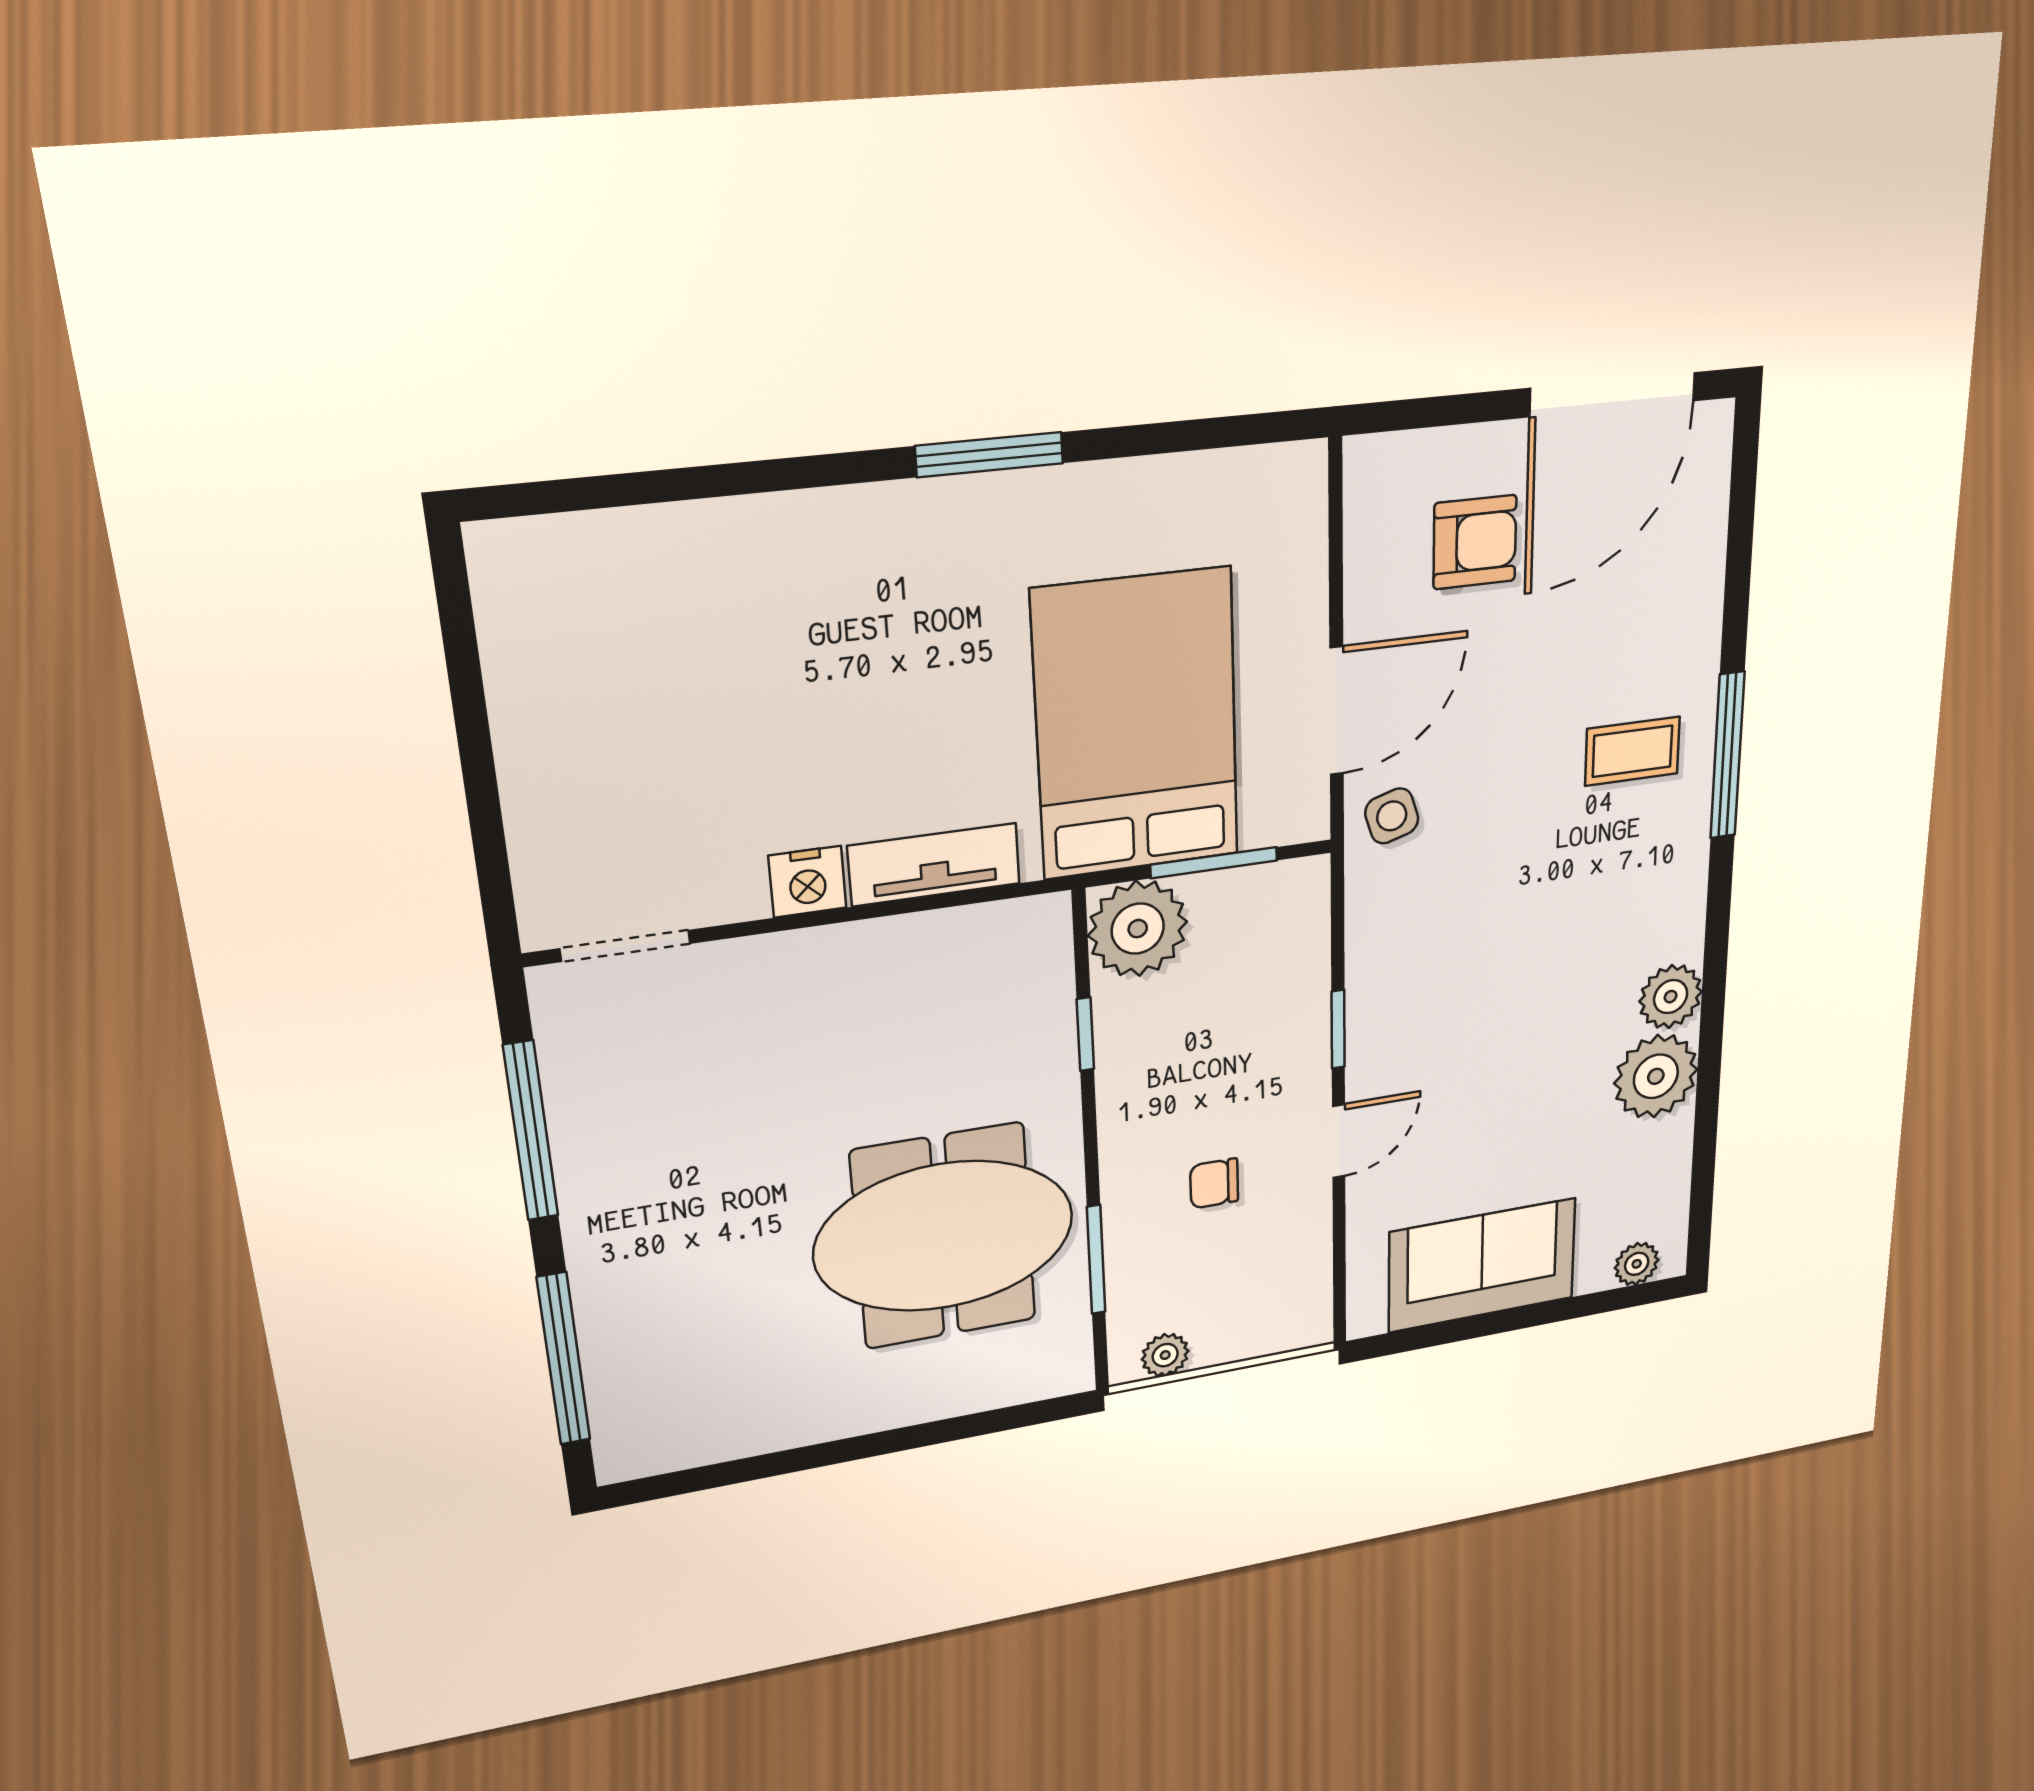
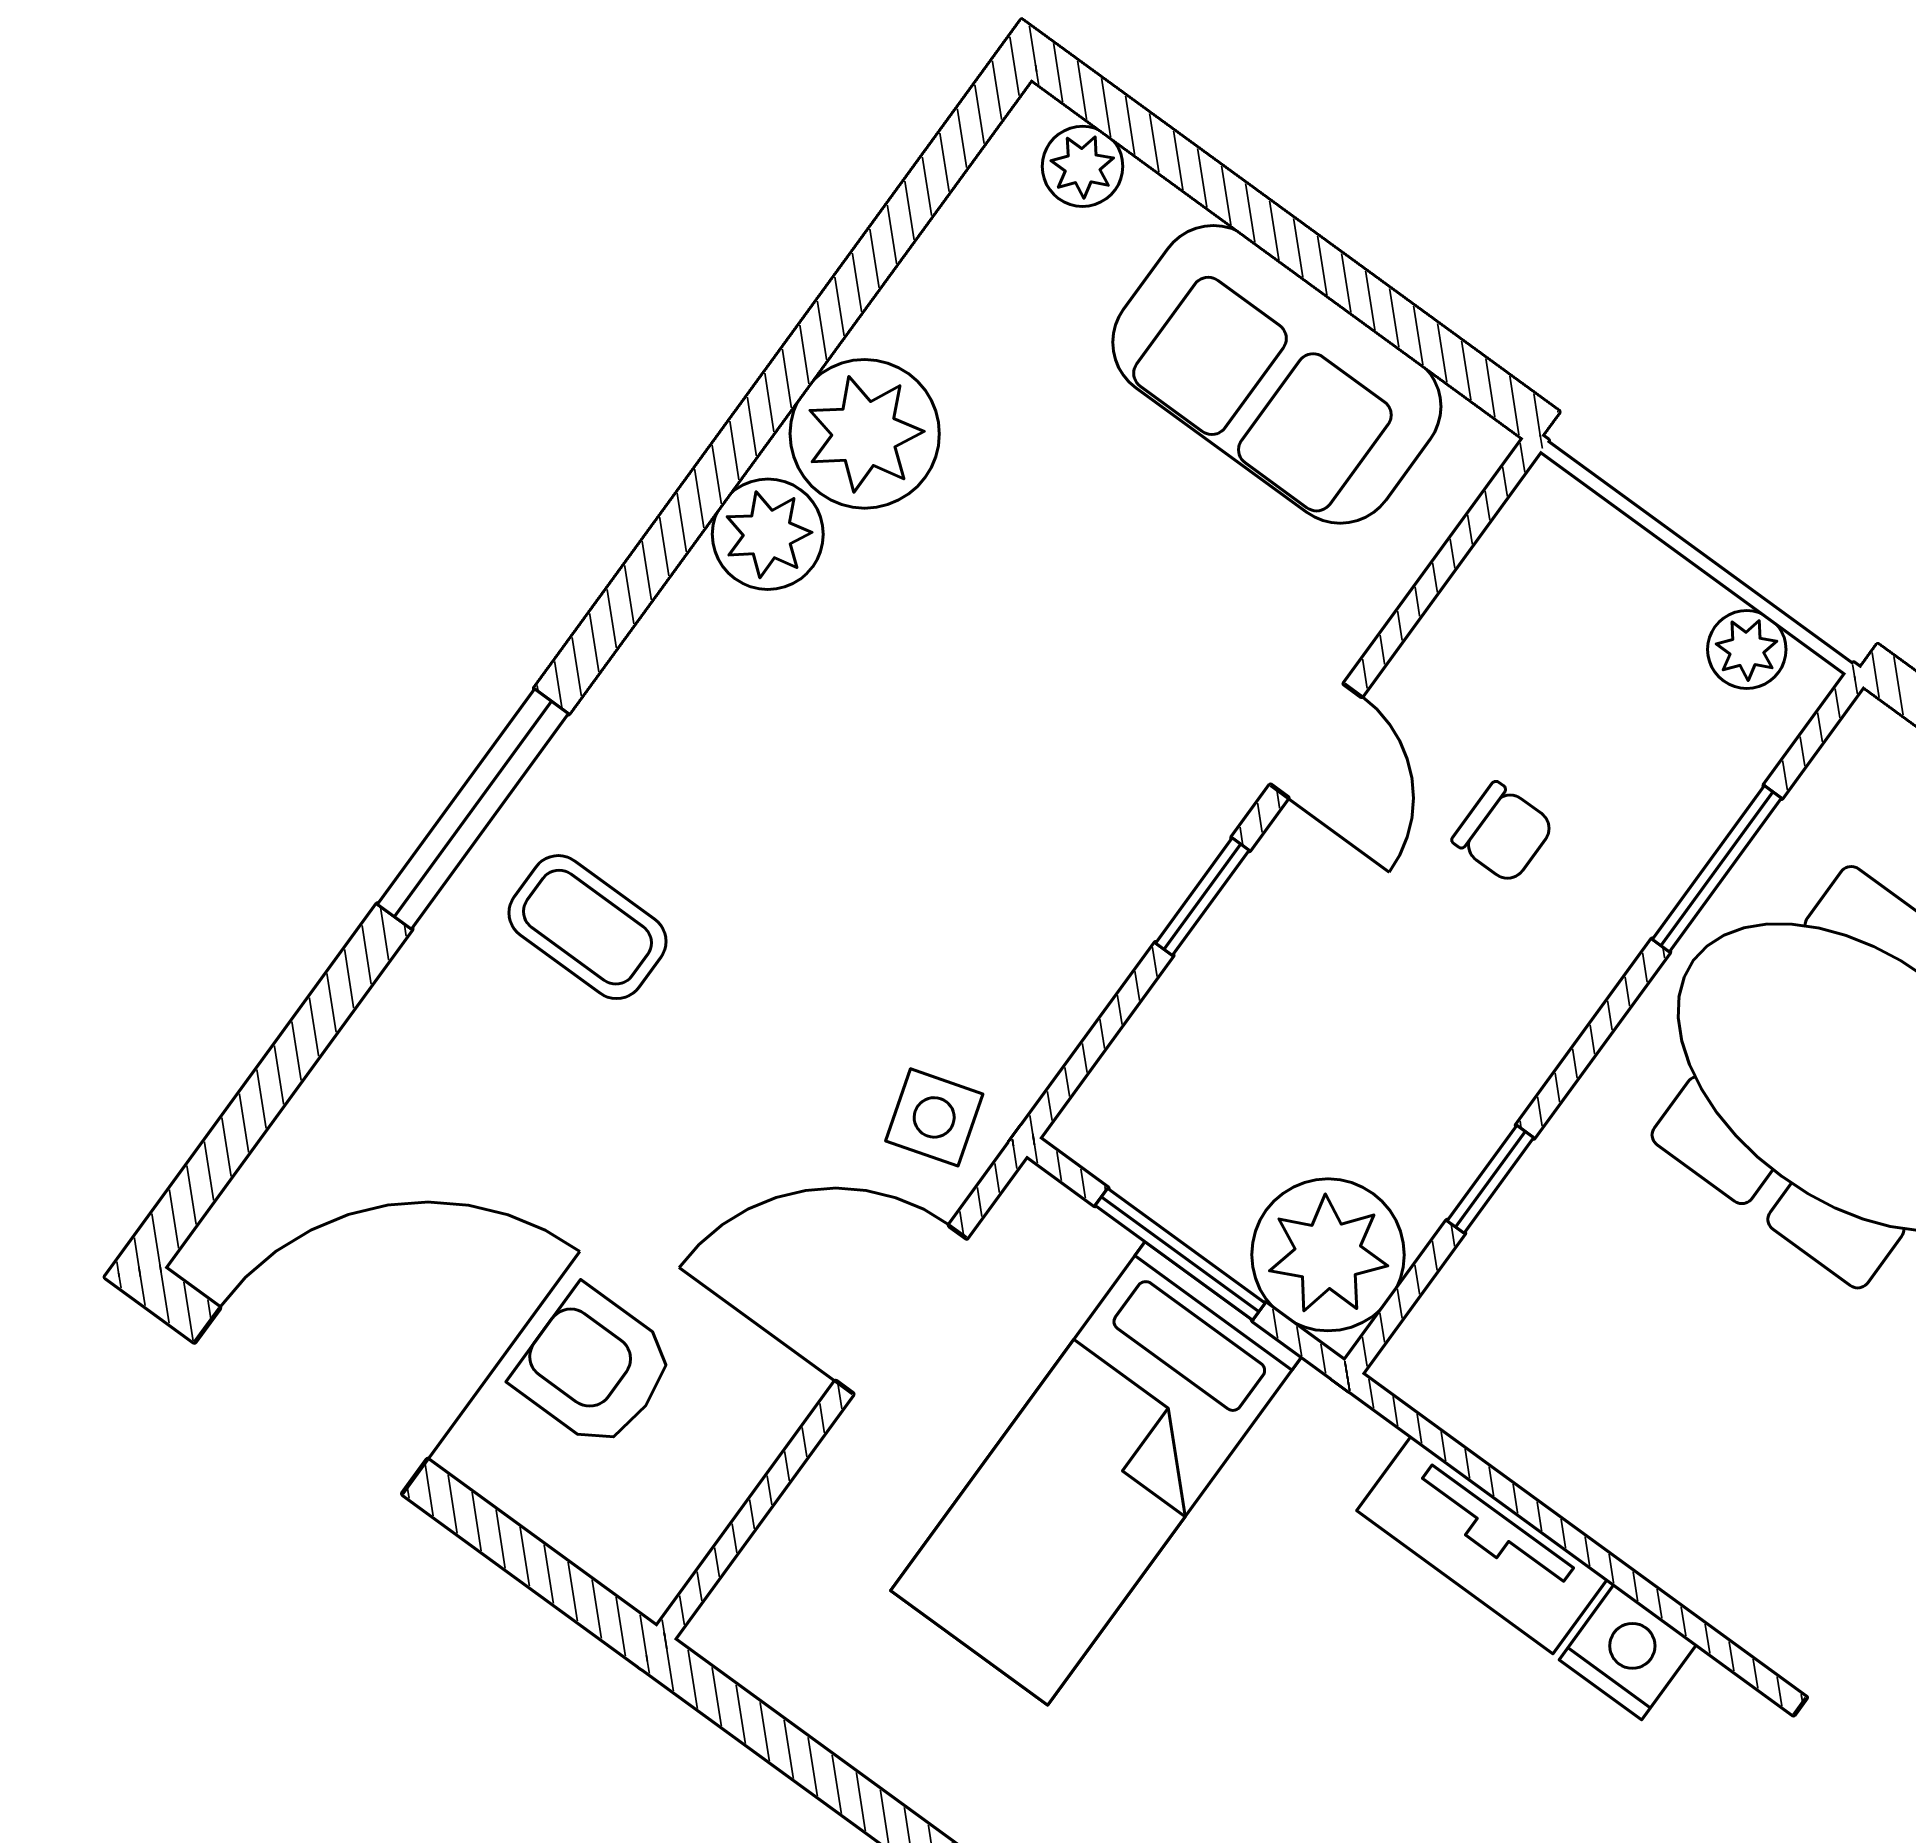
bed: (1136, 725) -> (1096, 1473), width x0.67
door: (1339, 1141) -> (1316, 741), swing flipped

